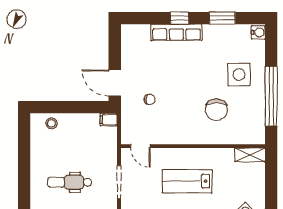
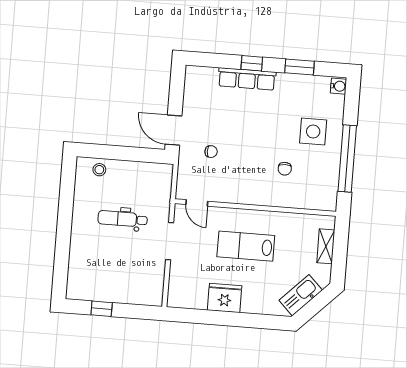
chair: (216, 110) -> (285, 169), width x0.54, depth x0.54
filing cabinet: (109, 120) -> (163, 170), removed
shelving: (250, 155) -> (326, 246), moved, turned 90
dental chair: (70, 182) -> (123, 219), moved

